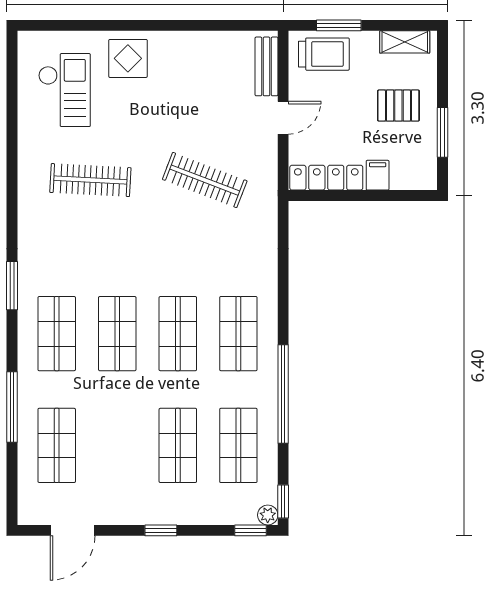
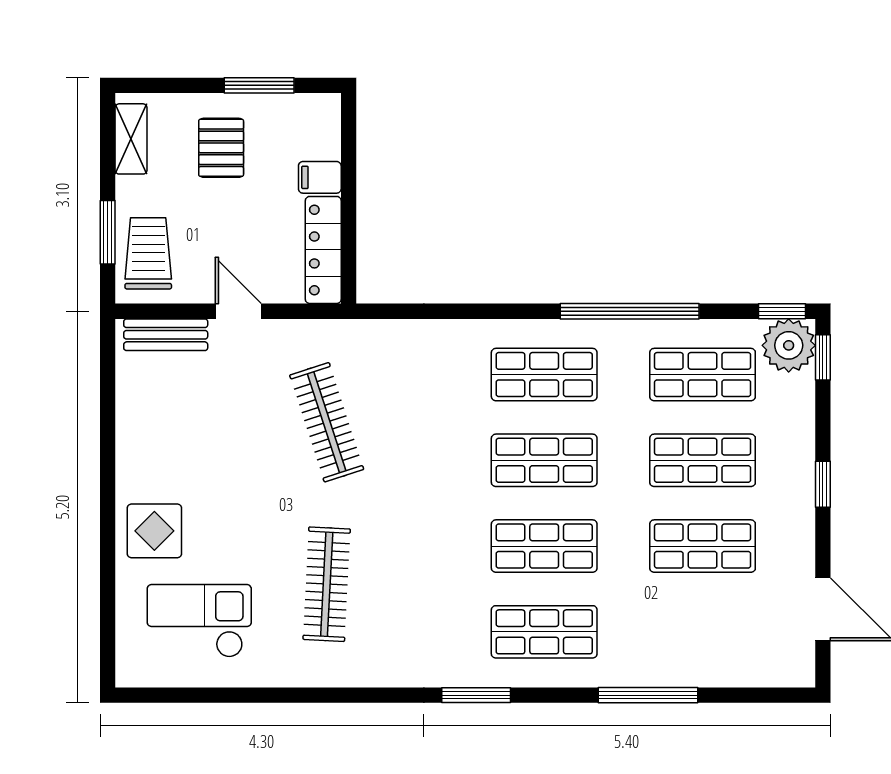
clothes rail: (205, 180) -> (327, 422), turned -39
shop shelf: (57, 445) -> (703, 546), moved
plant: (268, 515) -> (789, 345), width x1.88, depth x1.88

